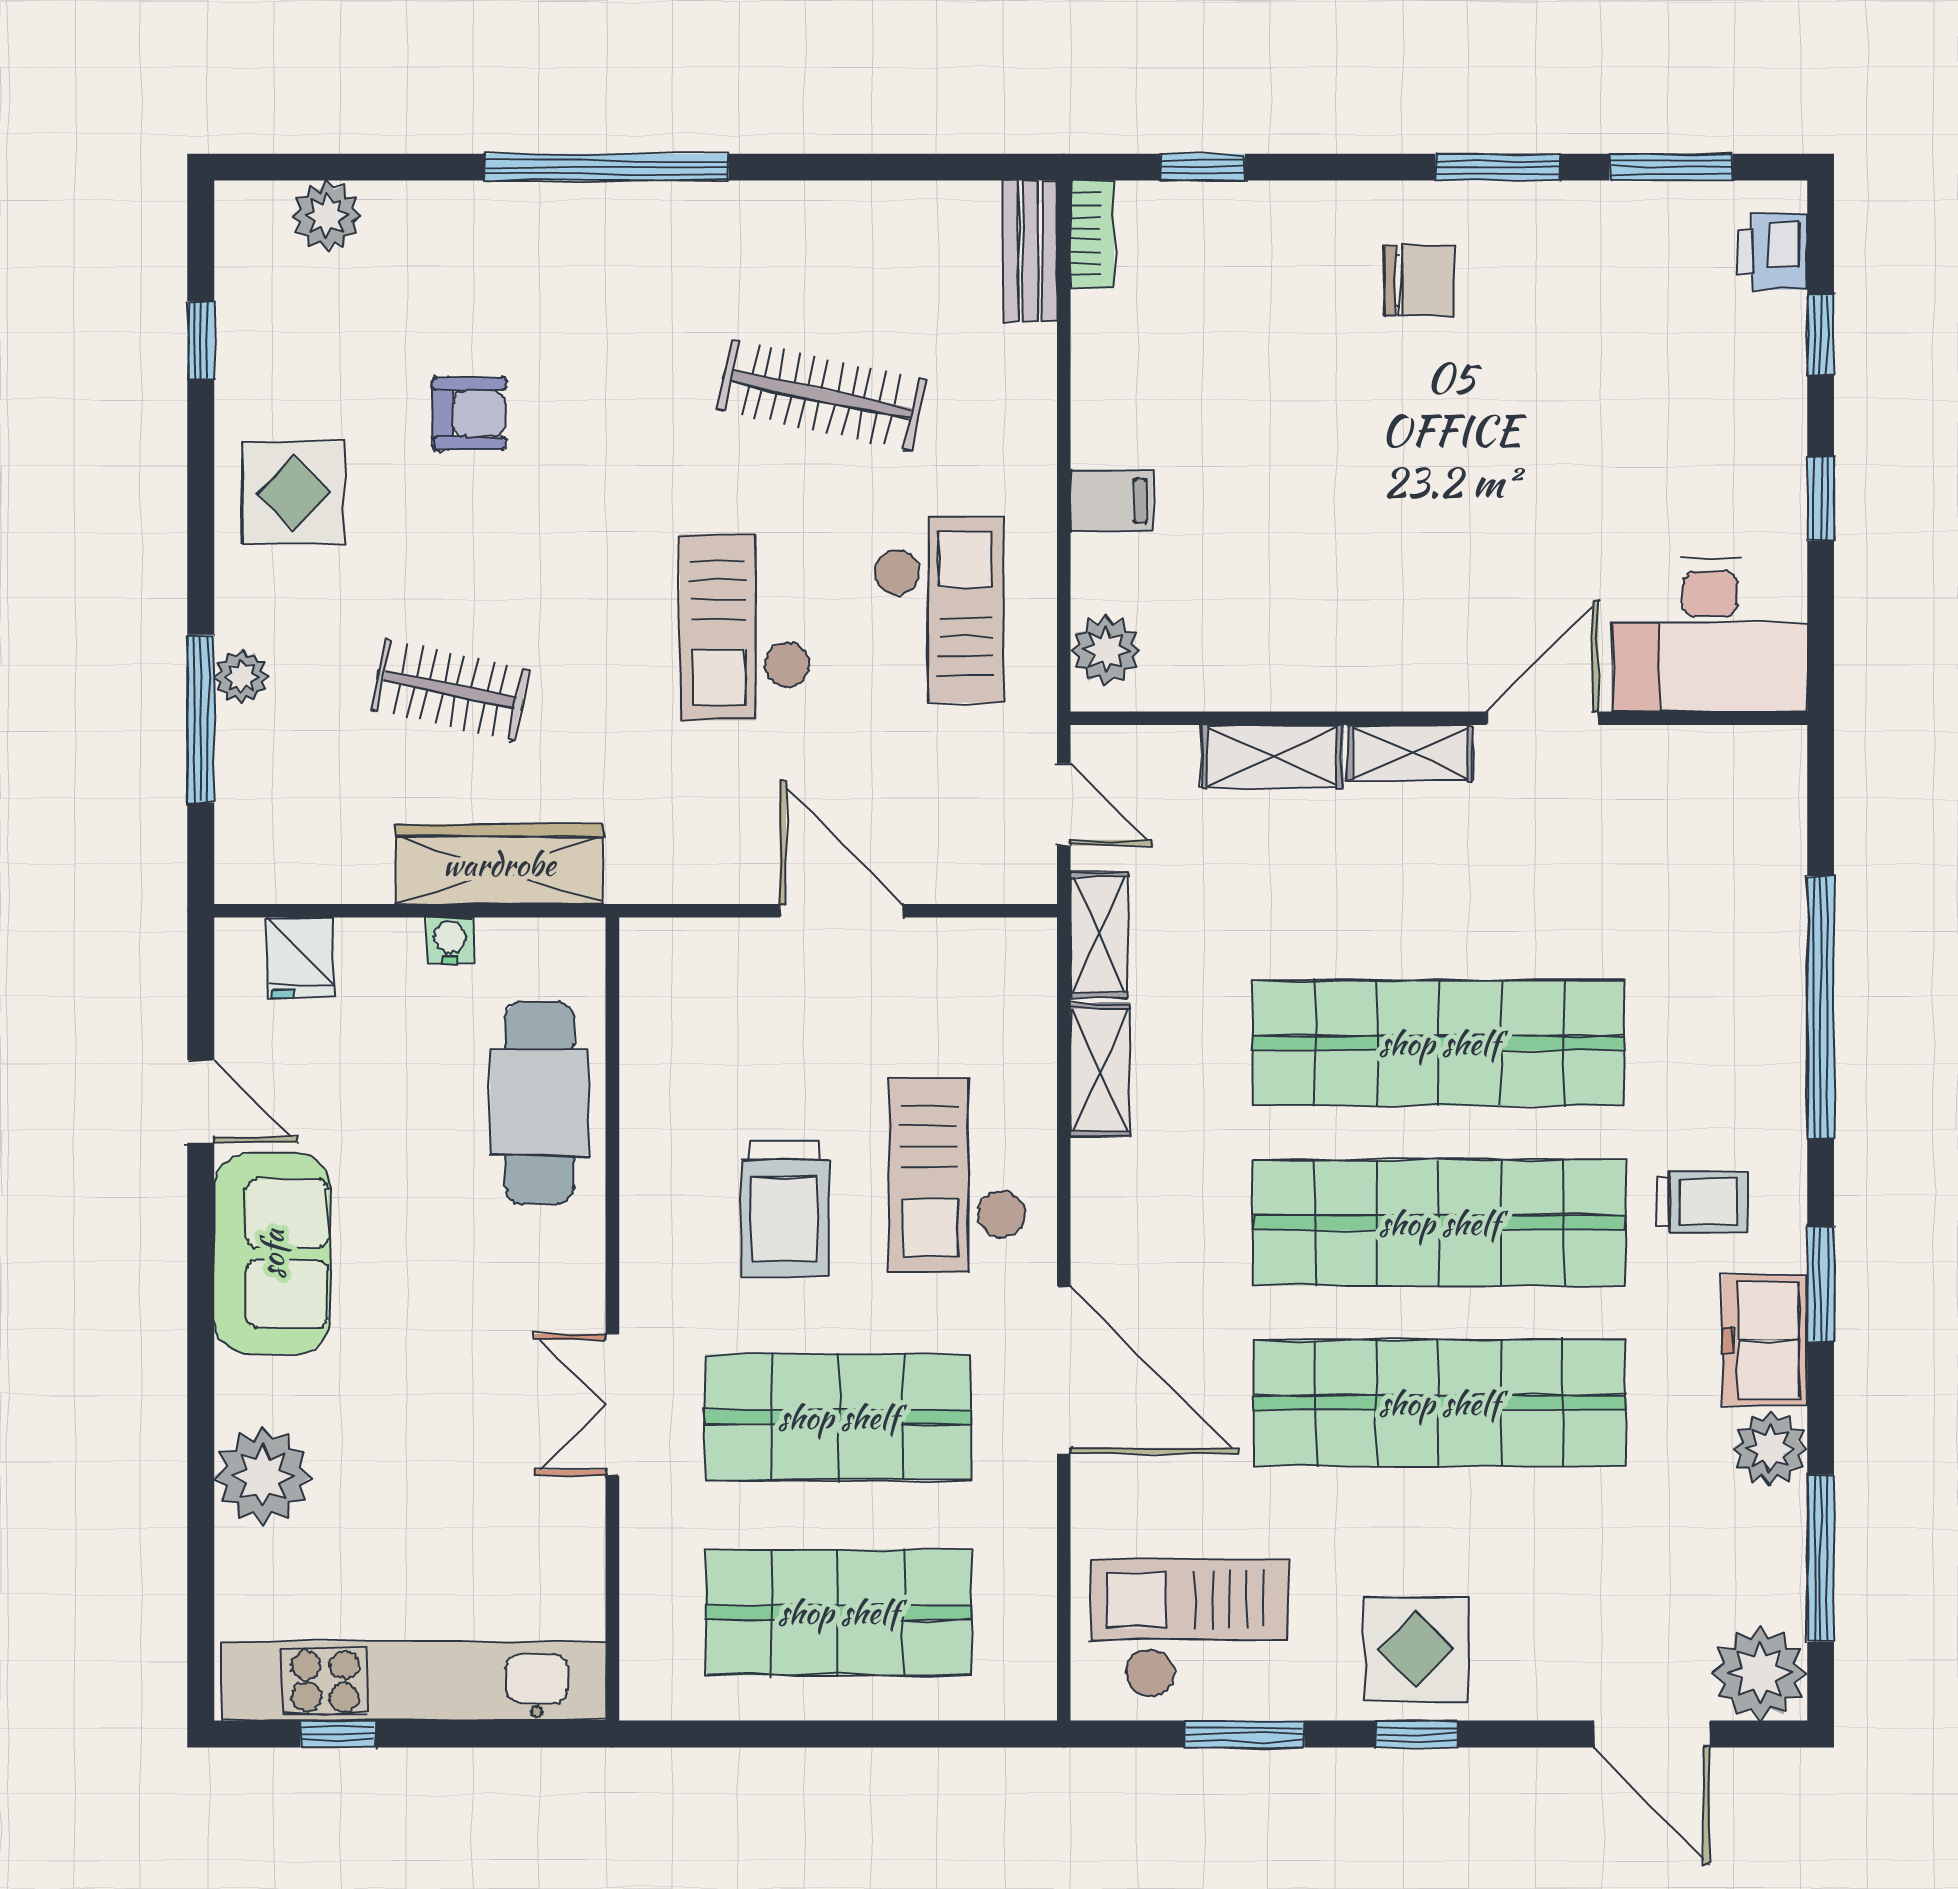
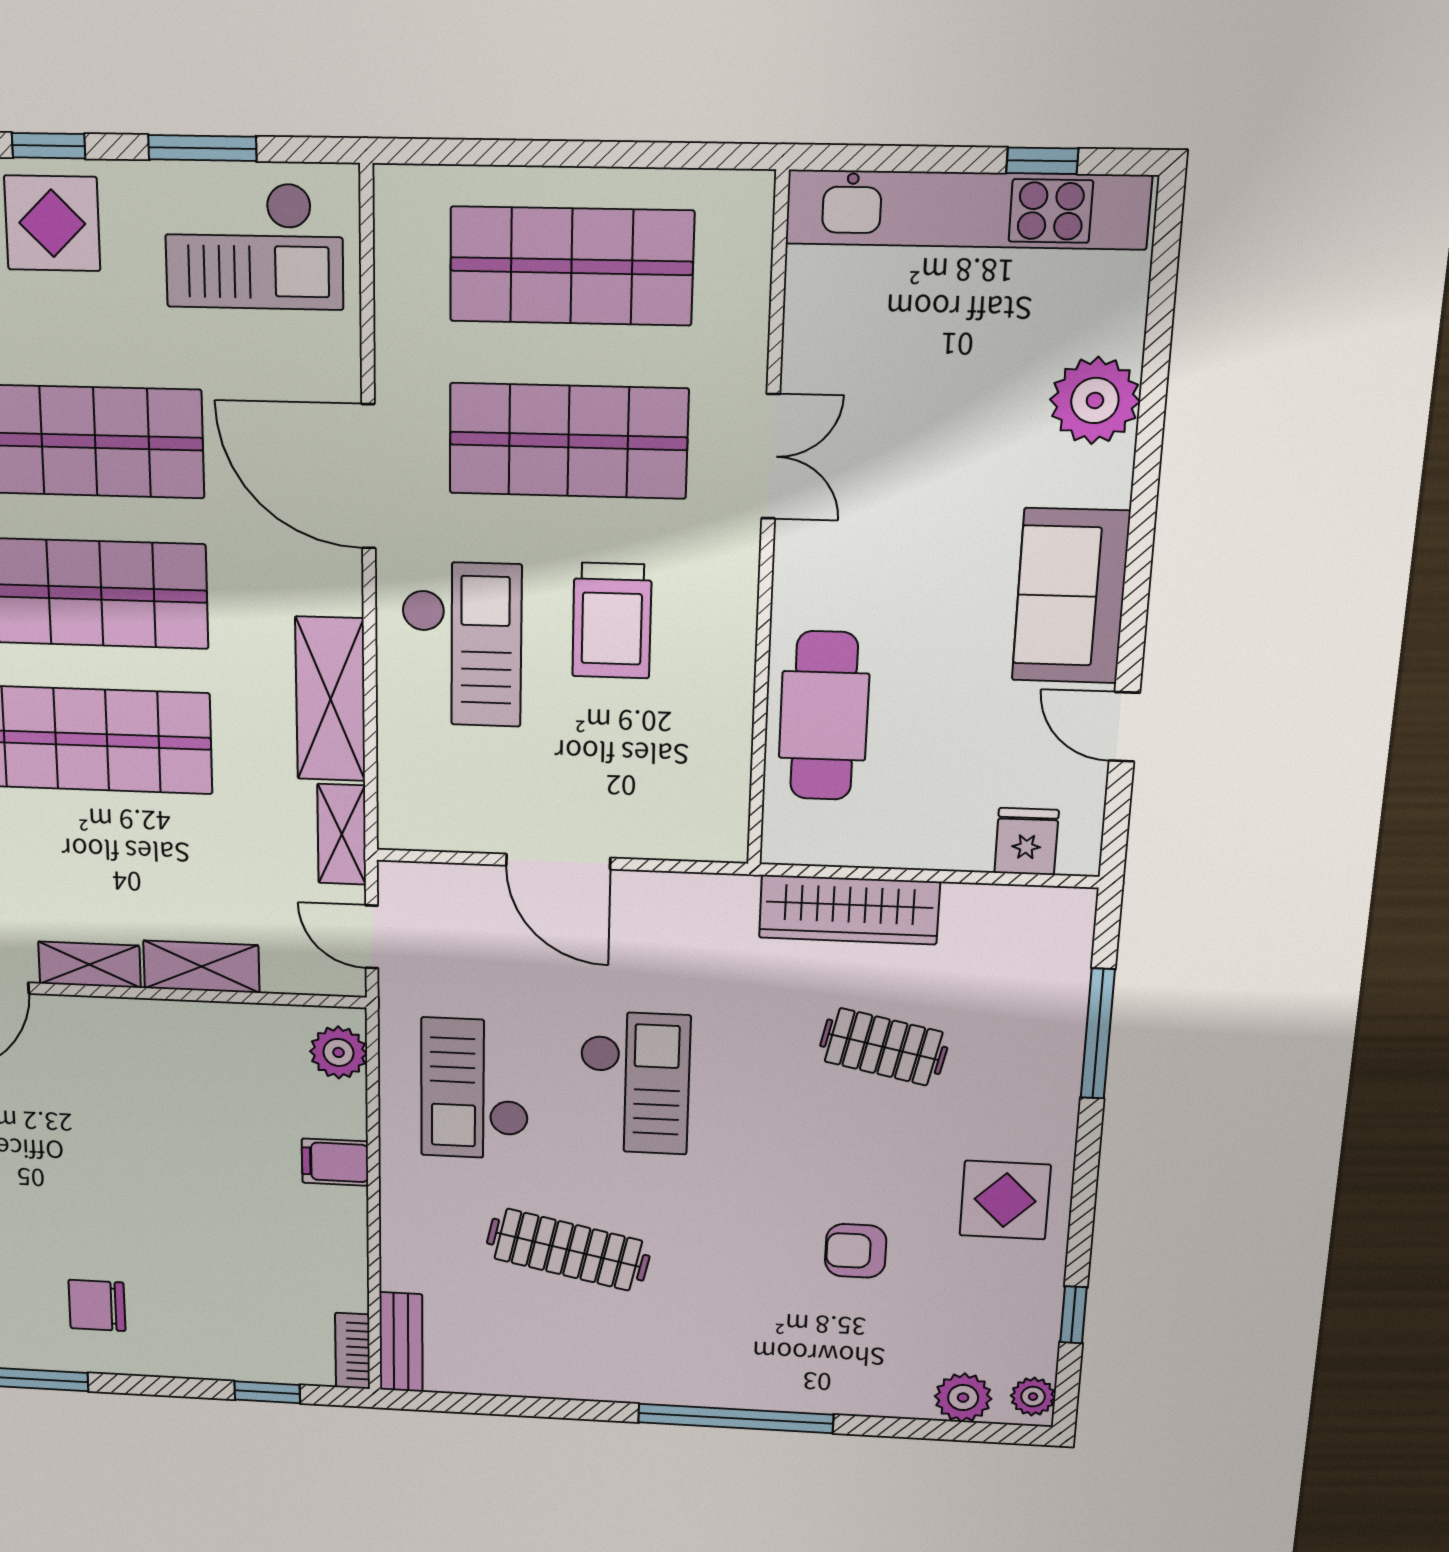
plant: (241, 677) -> (1033, 1397), moved
water cooler: (450, 941) -> (895, 851), removed
shelving: (1100, 1070) -> (330, 699), width x1.50, depth x1.33
trolley: (785, 1209) -> (612, 621), turned 180

